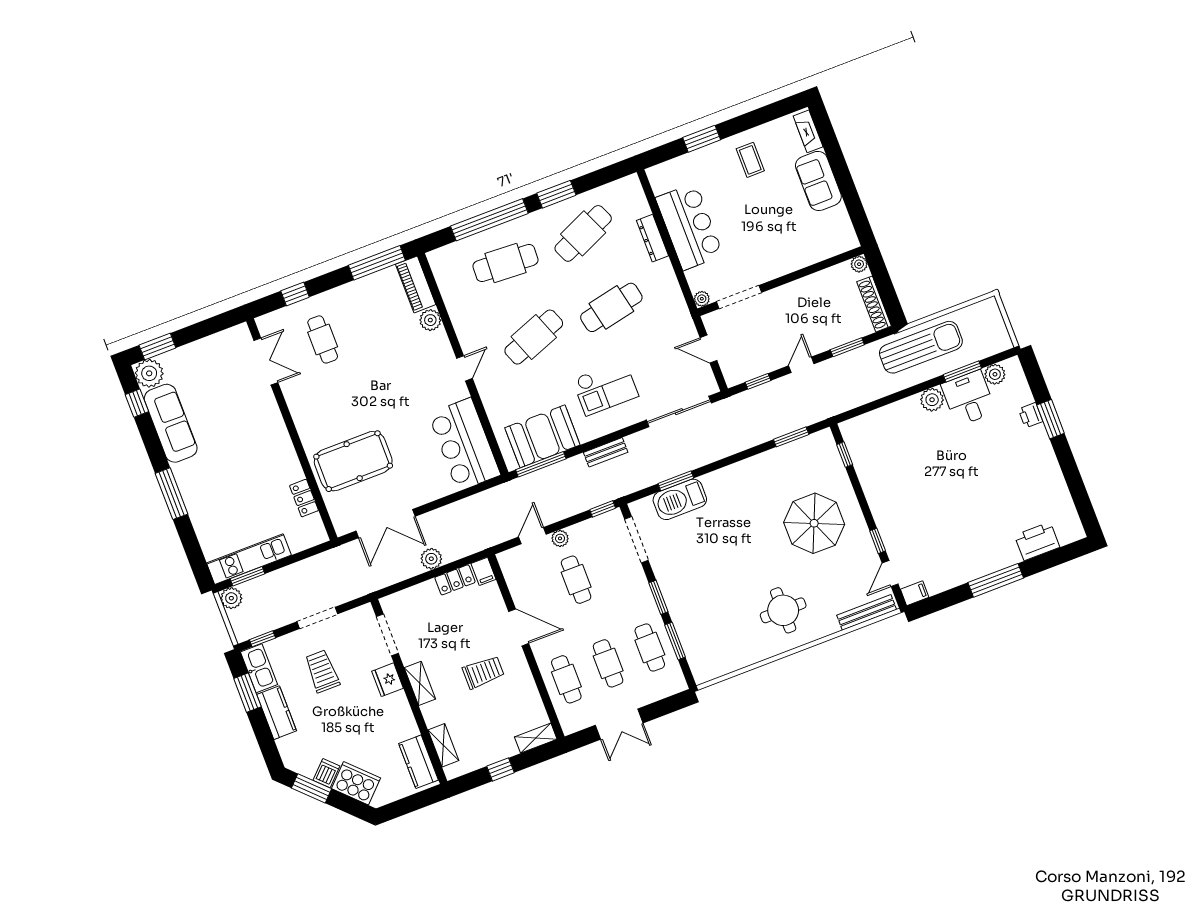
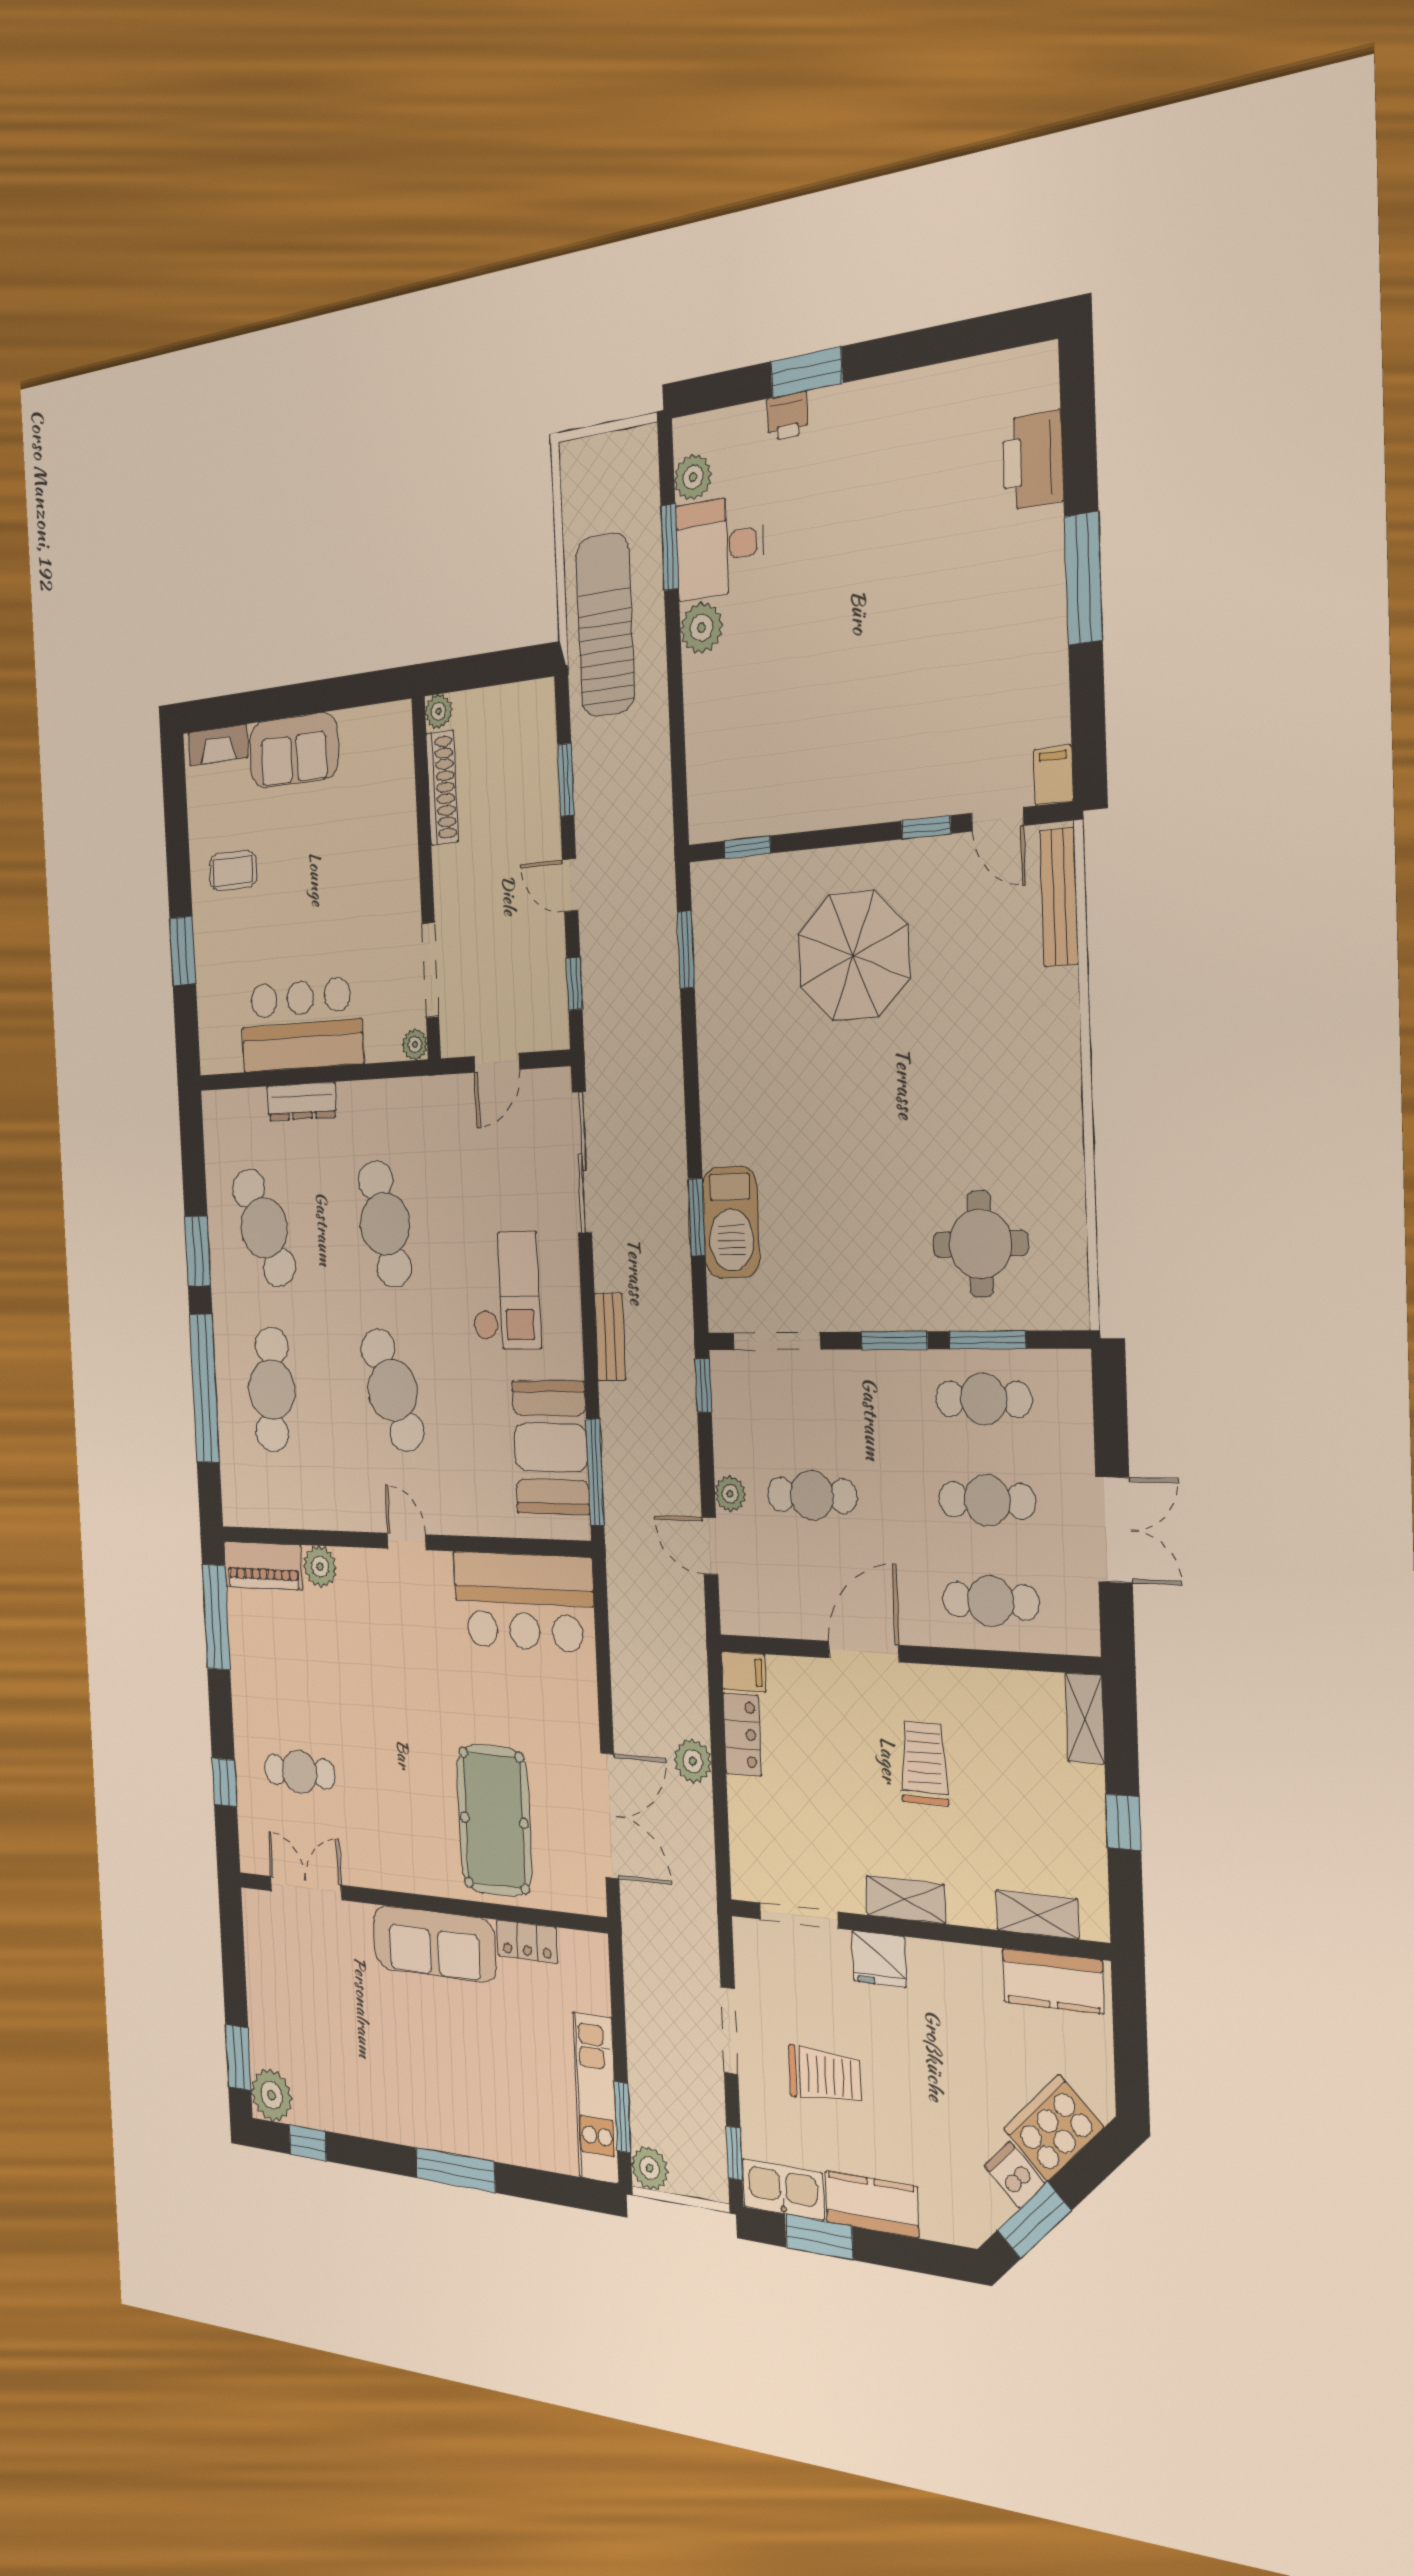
shoe rack: (874, 304) -> (442, 788), moved, turned -90
sofa: (171, 423) -> (434, 1944), moved, turned 180
round table: (783, 610) -> (980, 1244), moved
trolley: (322, 671) -> (825, 2075), turned 180

